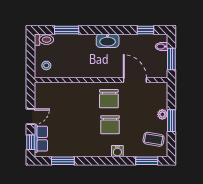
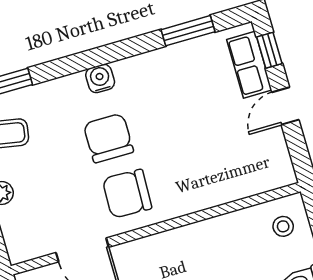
chair: (109, 99) -> (127, 194), turned -88
water cooler: (117, 151) -> (100, 79), moved

